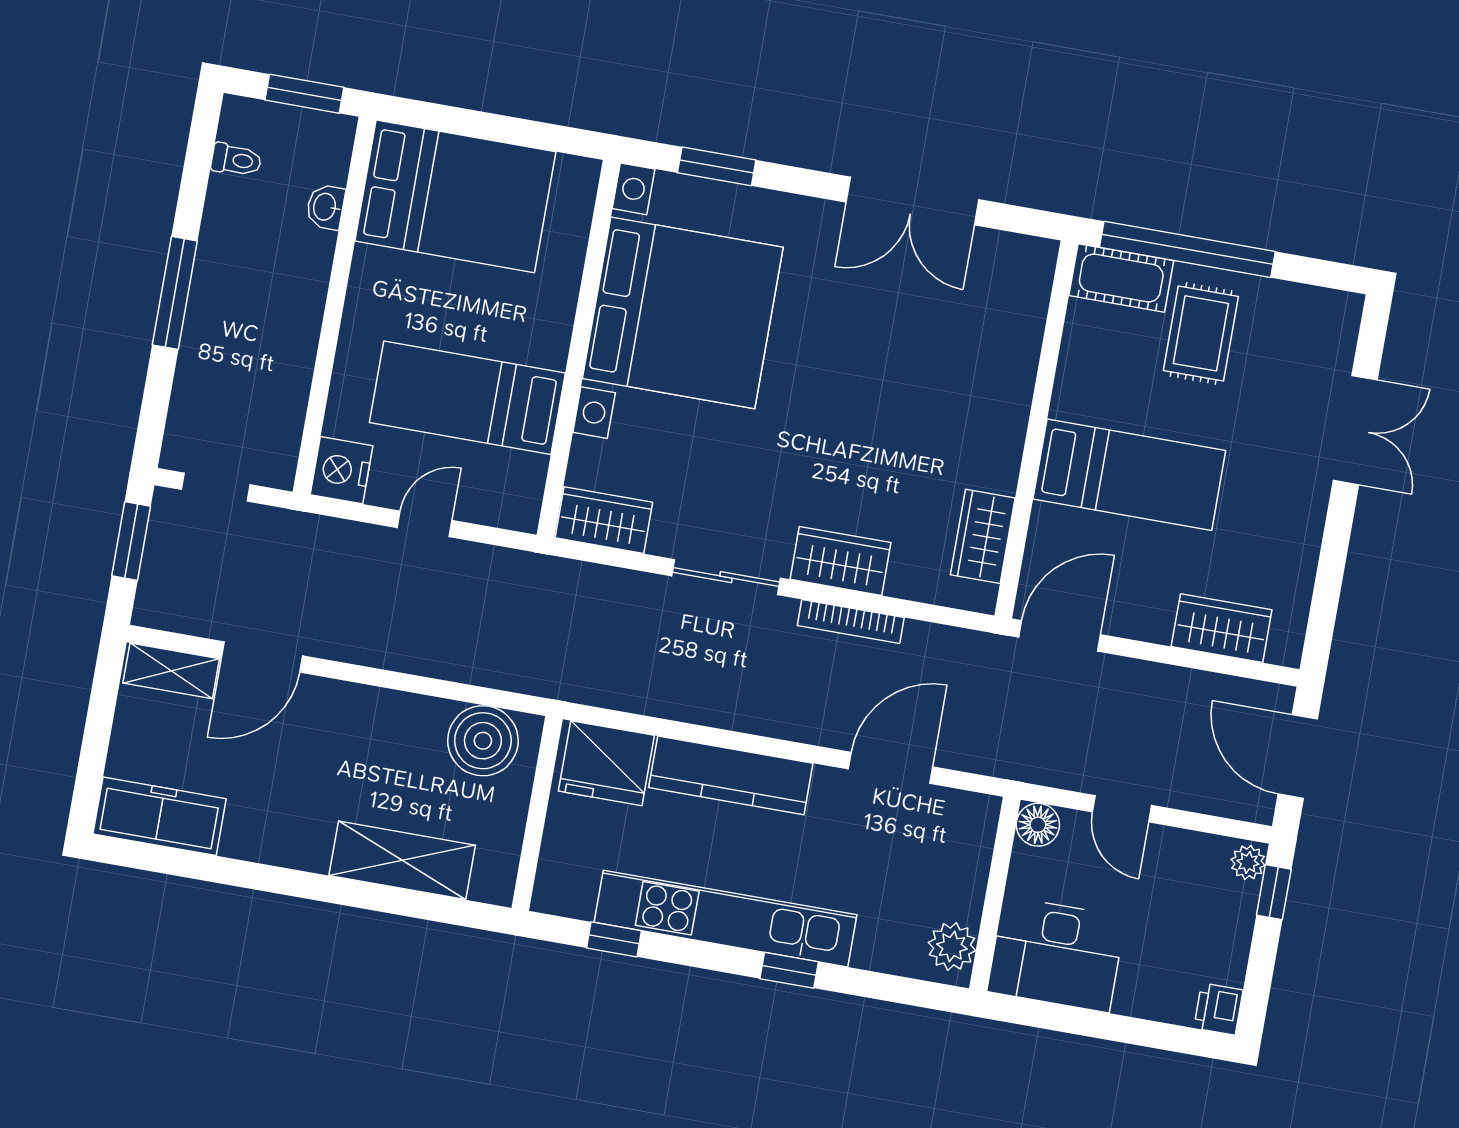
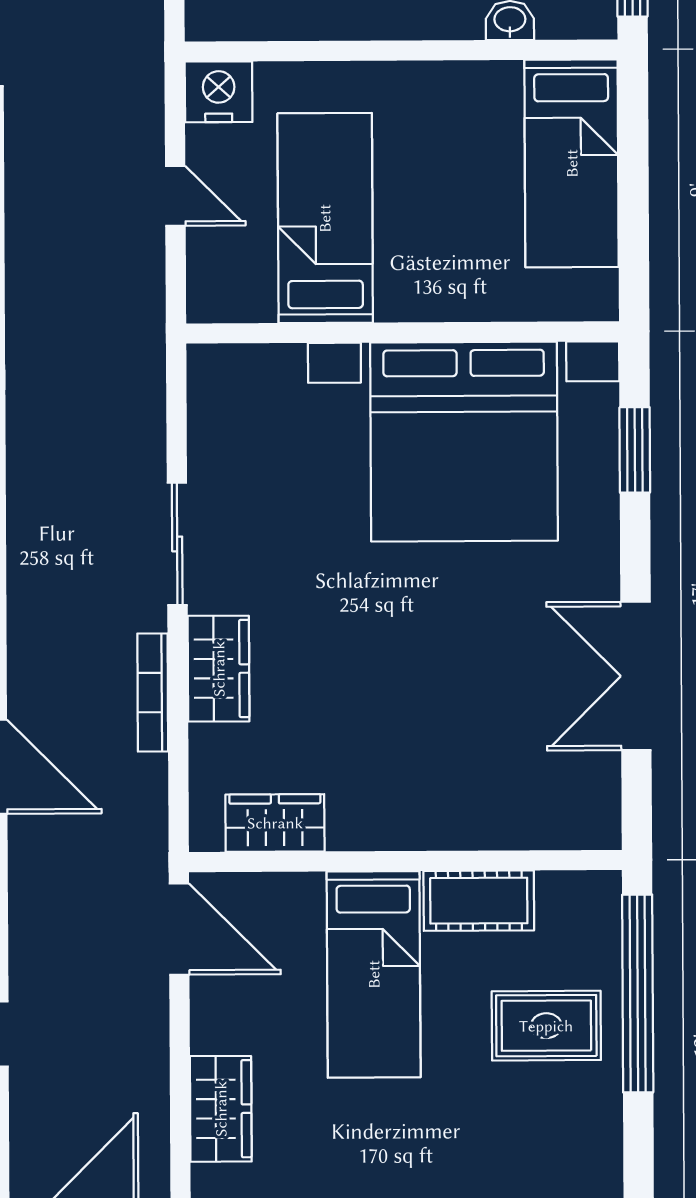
bed: (455, 196) -> (572, 163), width x0.67
cot: (1121, 278) -> (479, 901), moved, turned 90
wardrobe: (604, 520) -> (216, 396), removed

